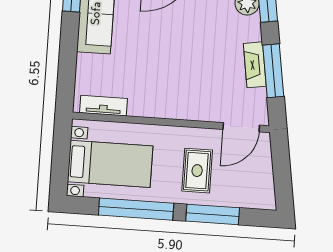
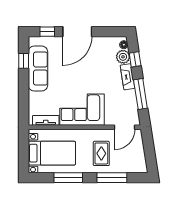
fireplace: (255, 65) -> (127, 77), moved
corner sofa: (169, 91) -> (82, 110), added
window: (136, 209) -> (68, 178), width x0.68

